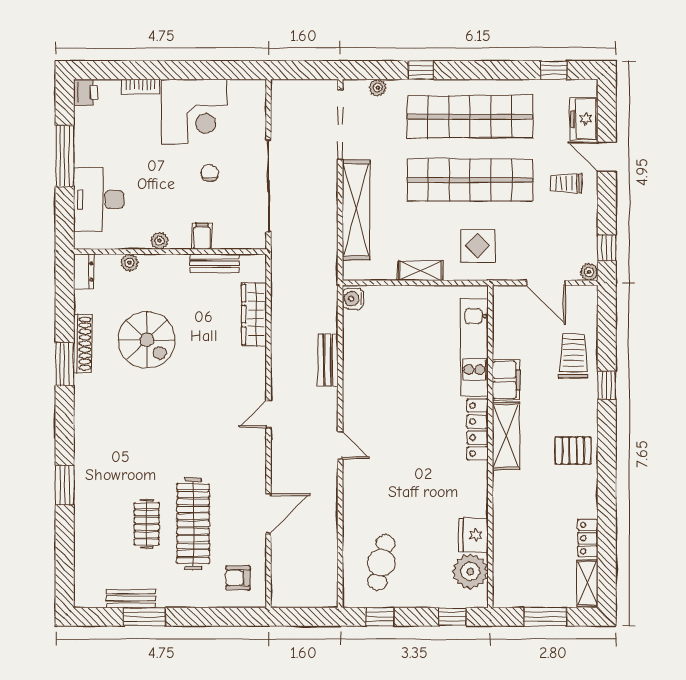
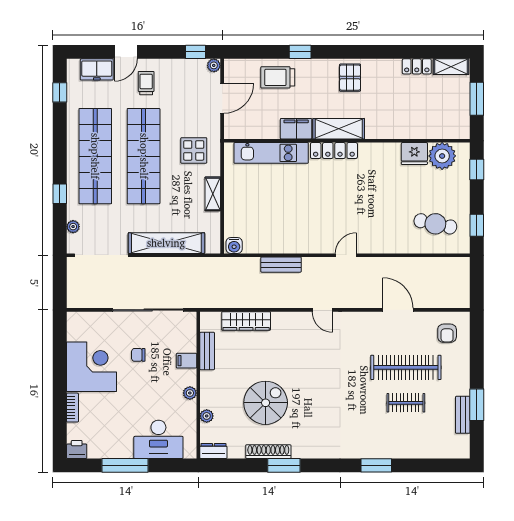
trolley: (566, 183) -> (146, 83), turned 180

